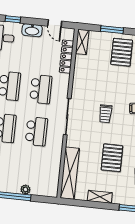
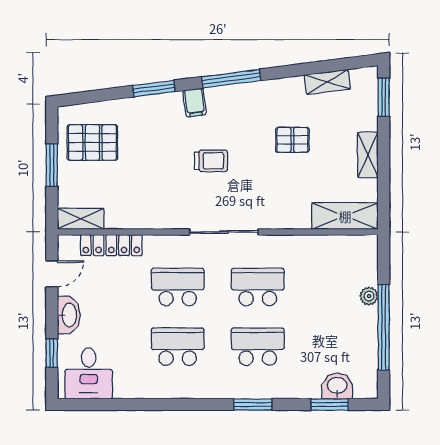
pallet: (112, 158) -> (292, 140), width x0.67, depth x0.71
shelving: (70, 173) -> (345, 216), width x0.68

